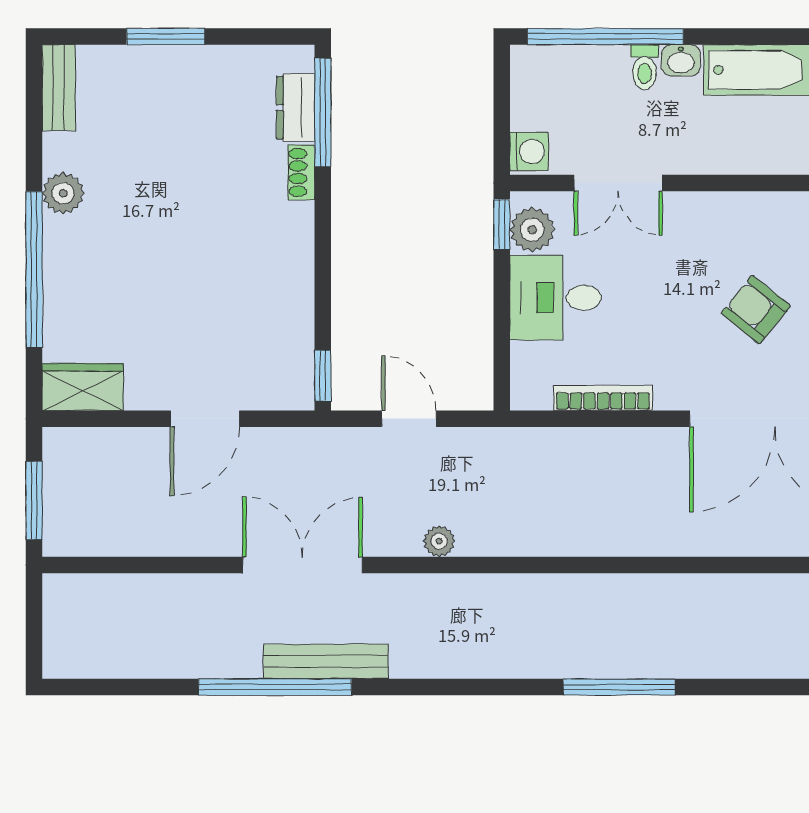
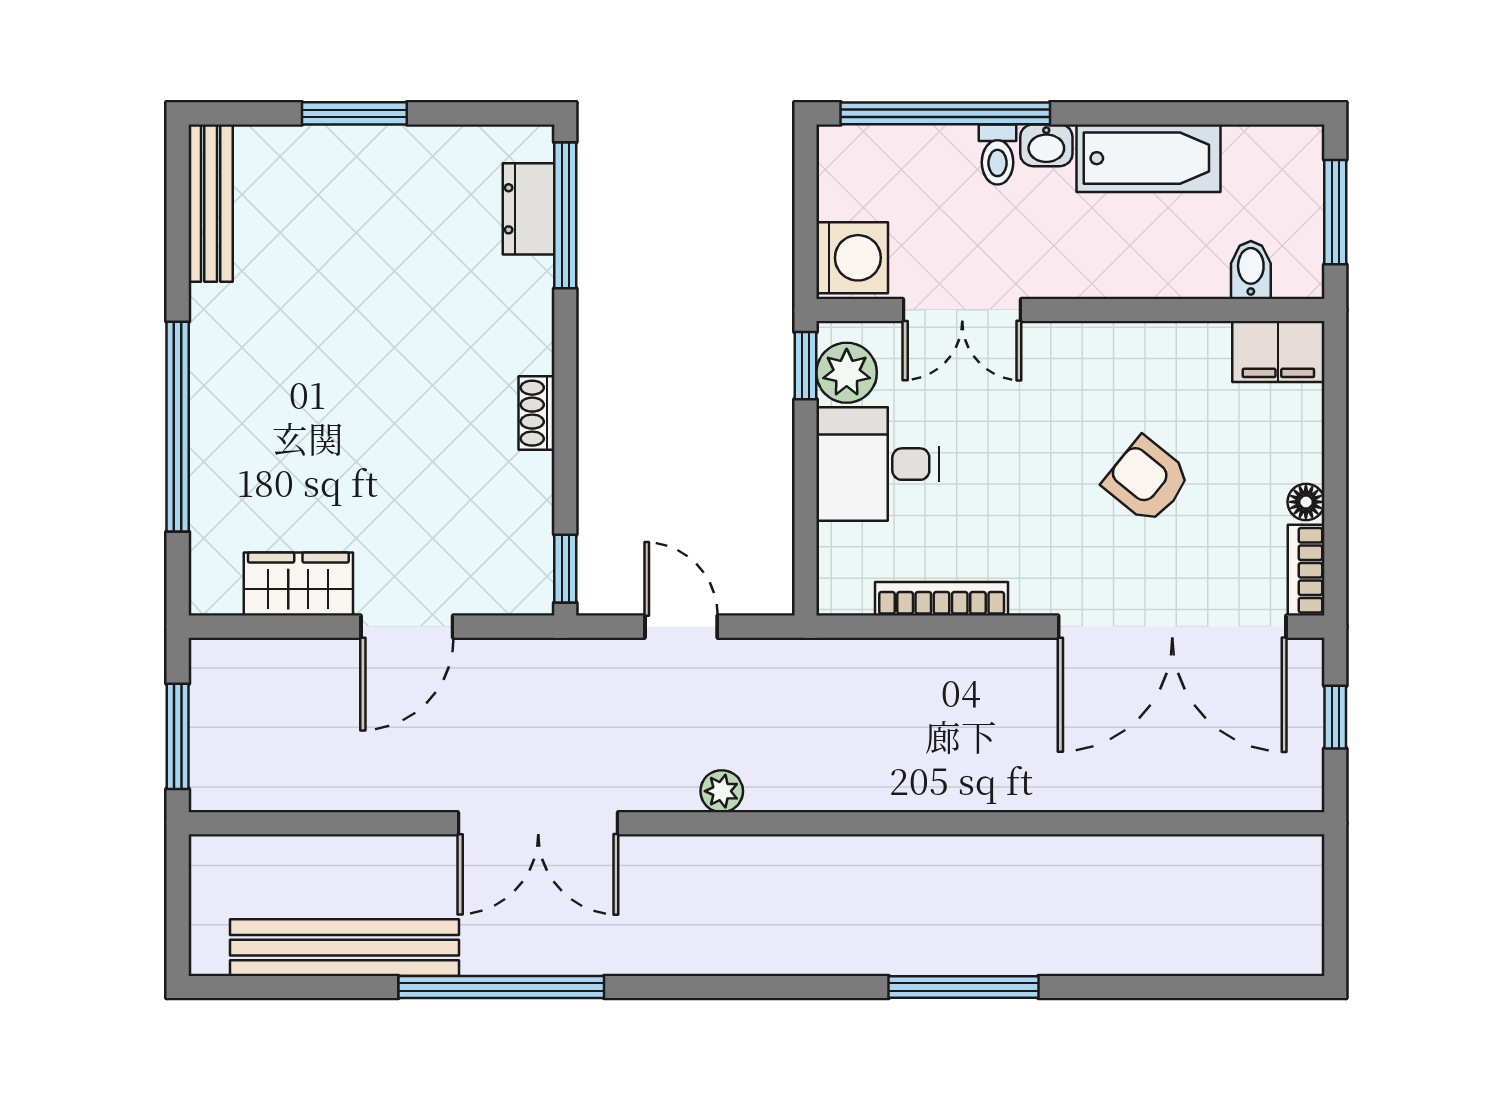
bench: (59, 88) -> (211, 203), width x1.36
washing machine: (529, 151) -> (852, 258), width x1.38, depth x1.38
shoe rack: (301, 172) -> (536, 413), moved
plant: (63, 193) -> (217, 324), removed
wardrobe: (83, 387) -> (298, 584), moved
double door: (302, 565) -> (538, 823), swing flipped
bench: (326, 661) -> (344, 948), moved, width x1.37, depth x1.21

